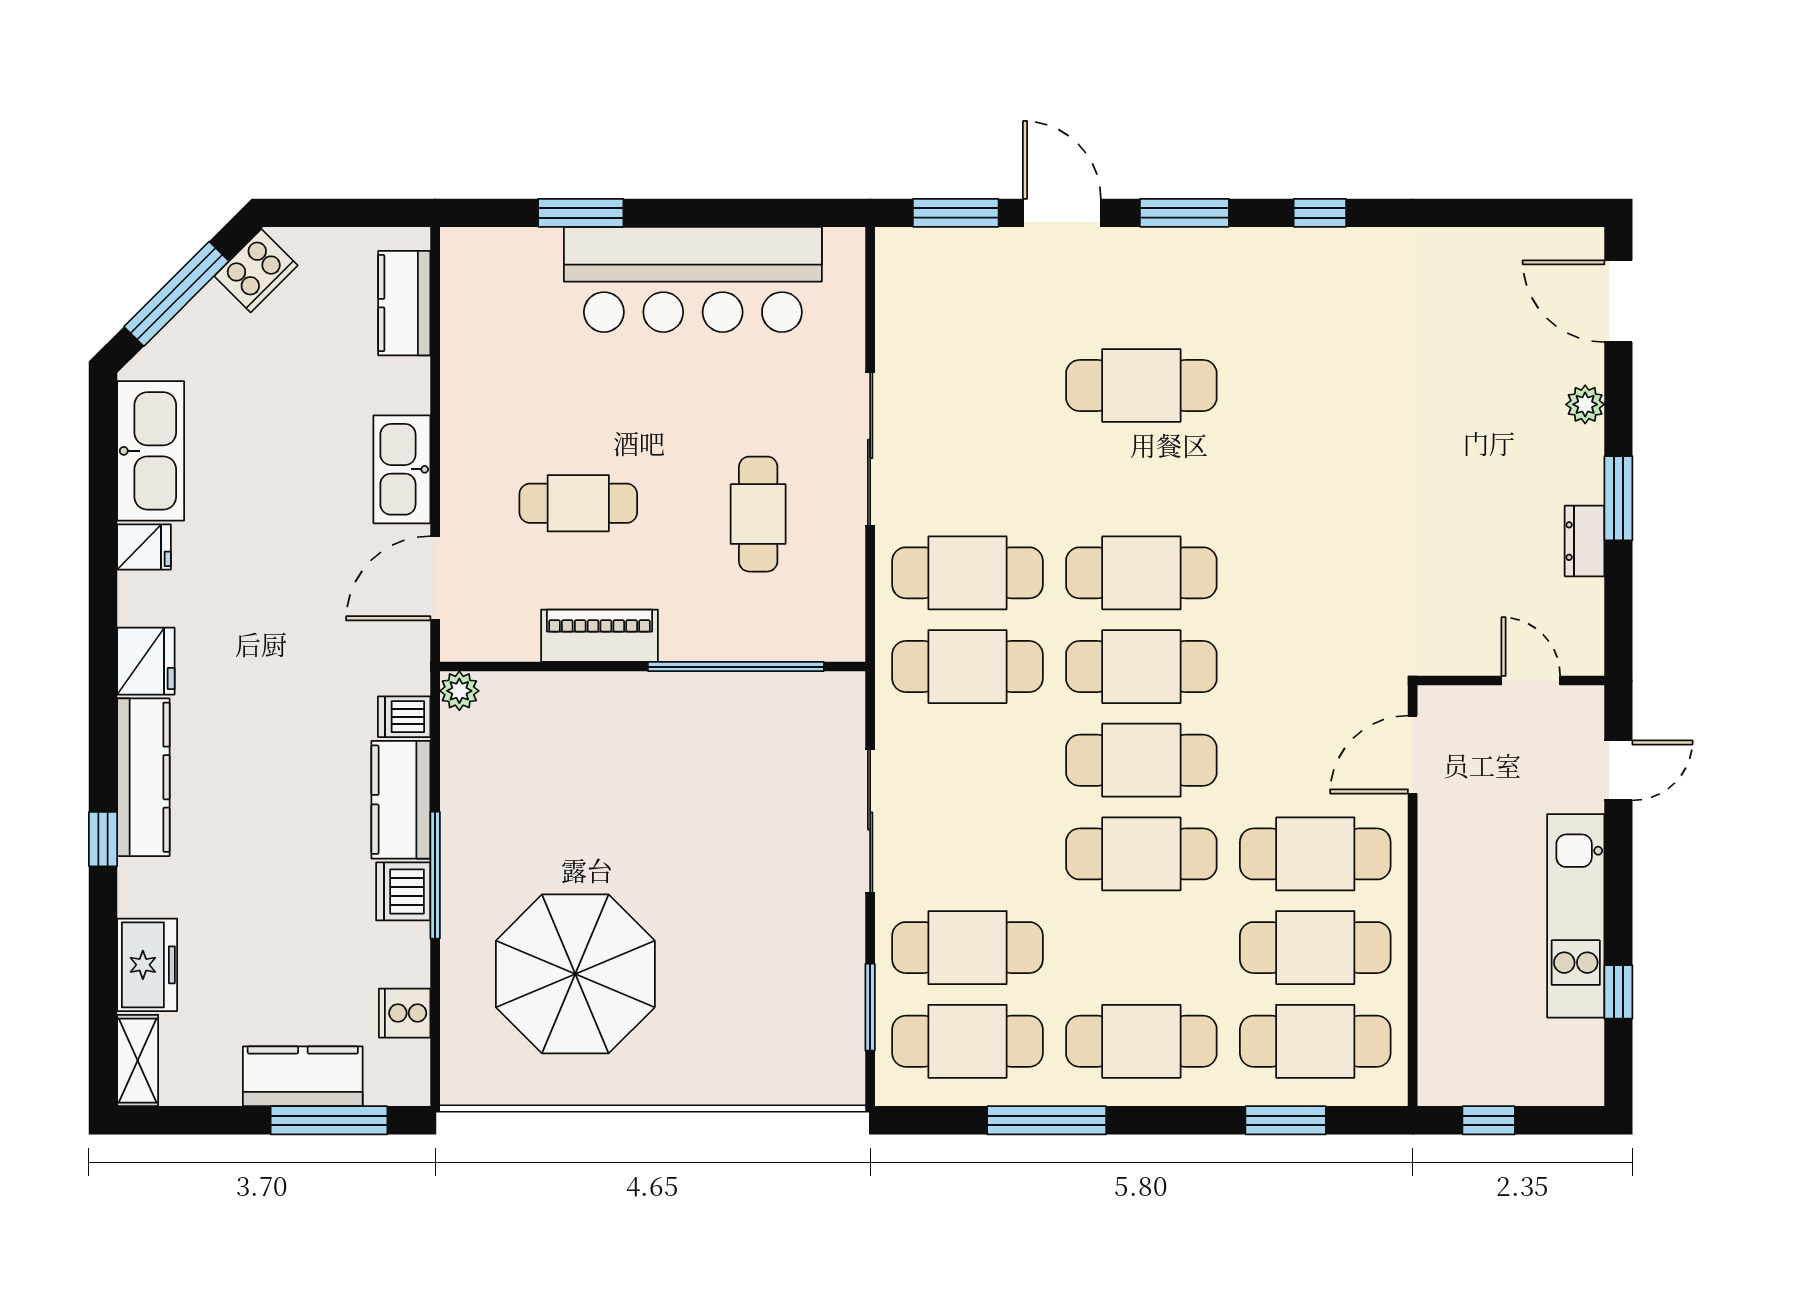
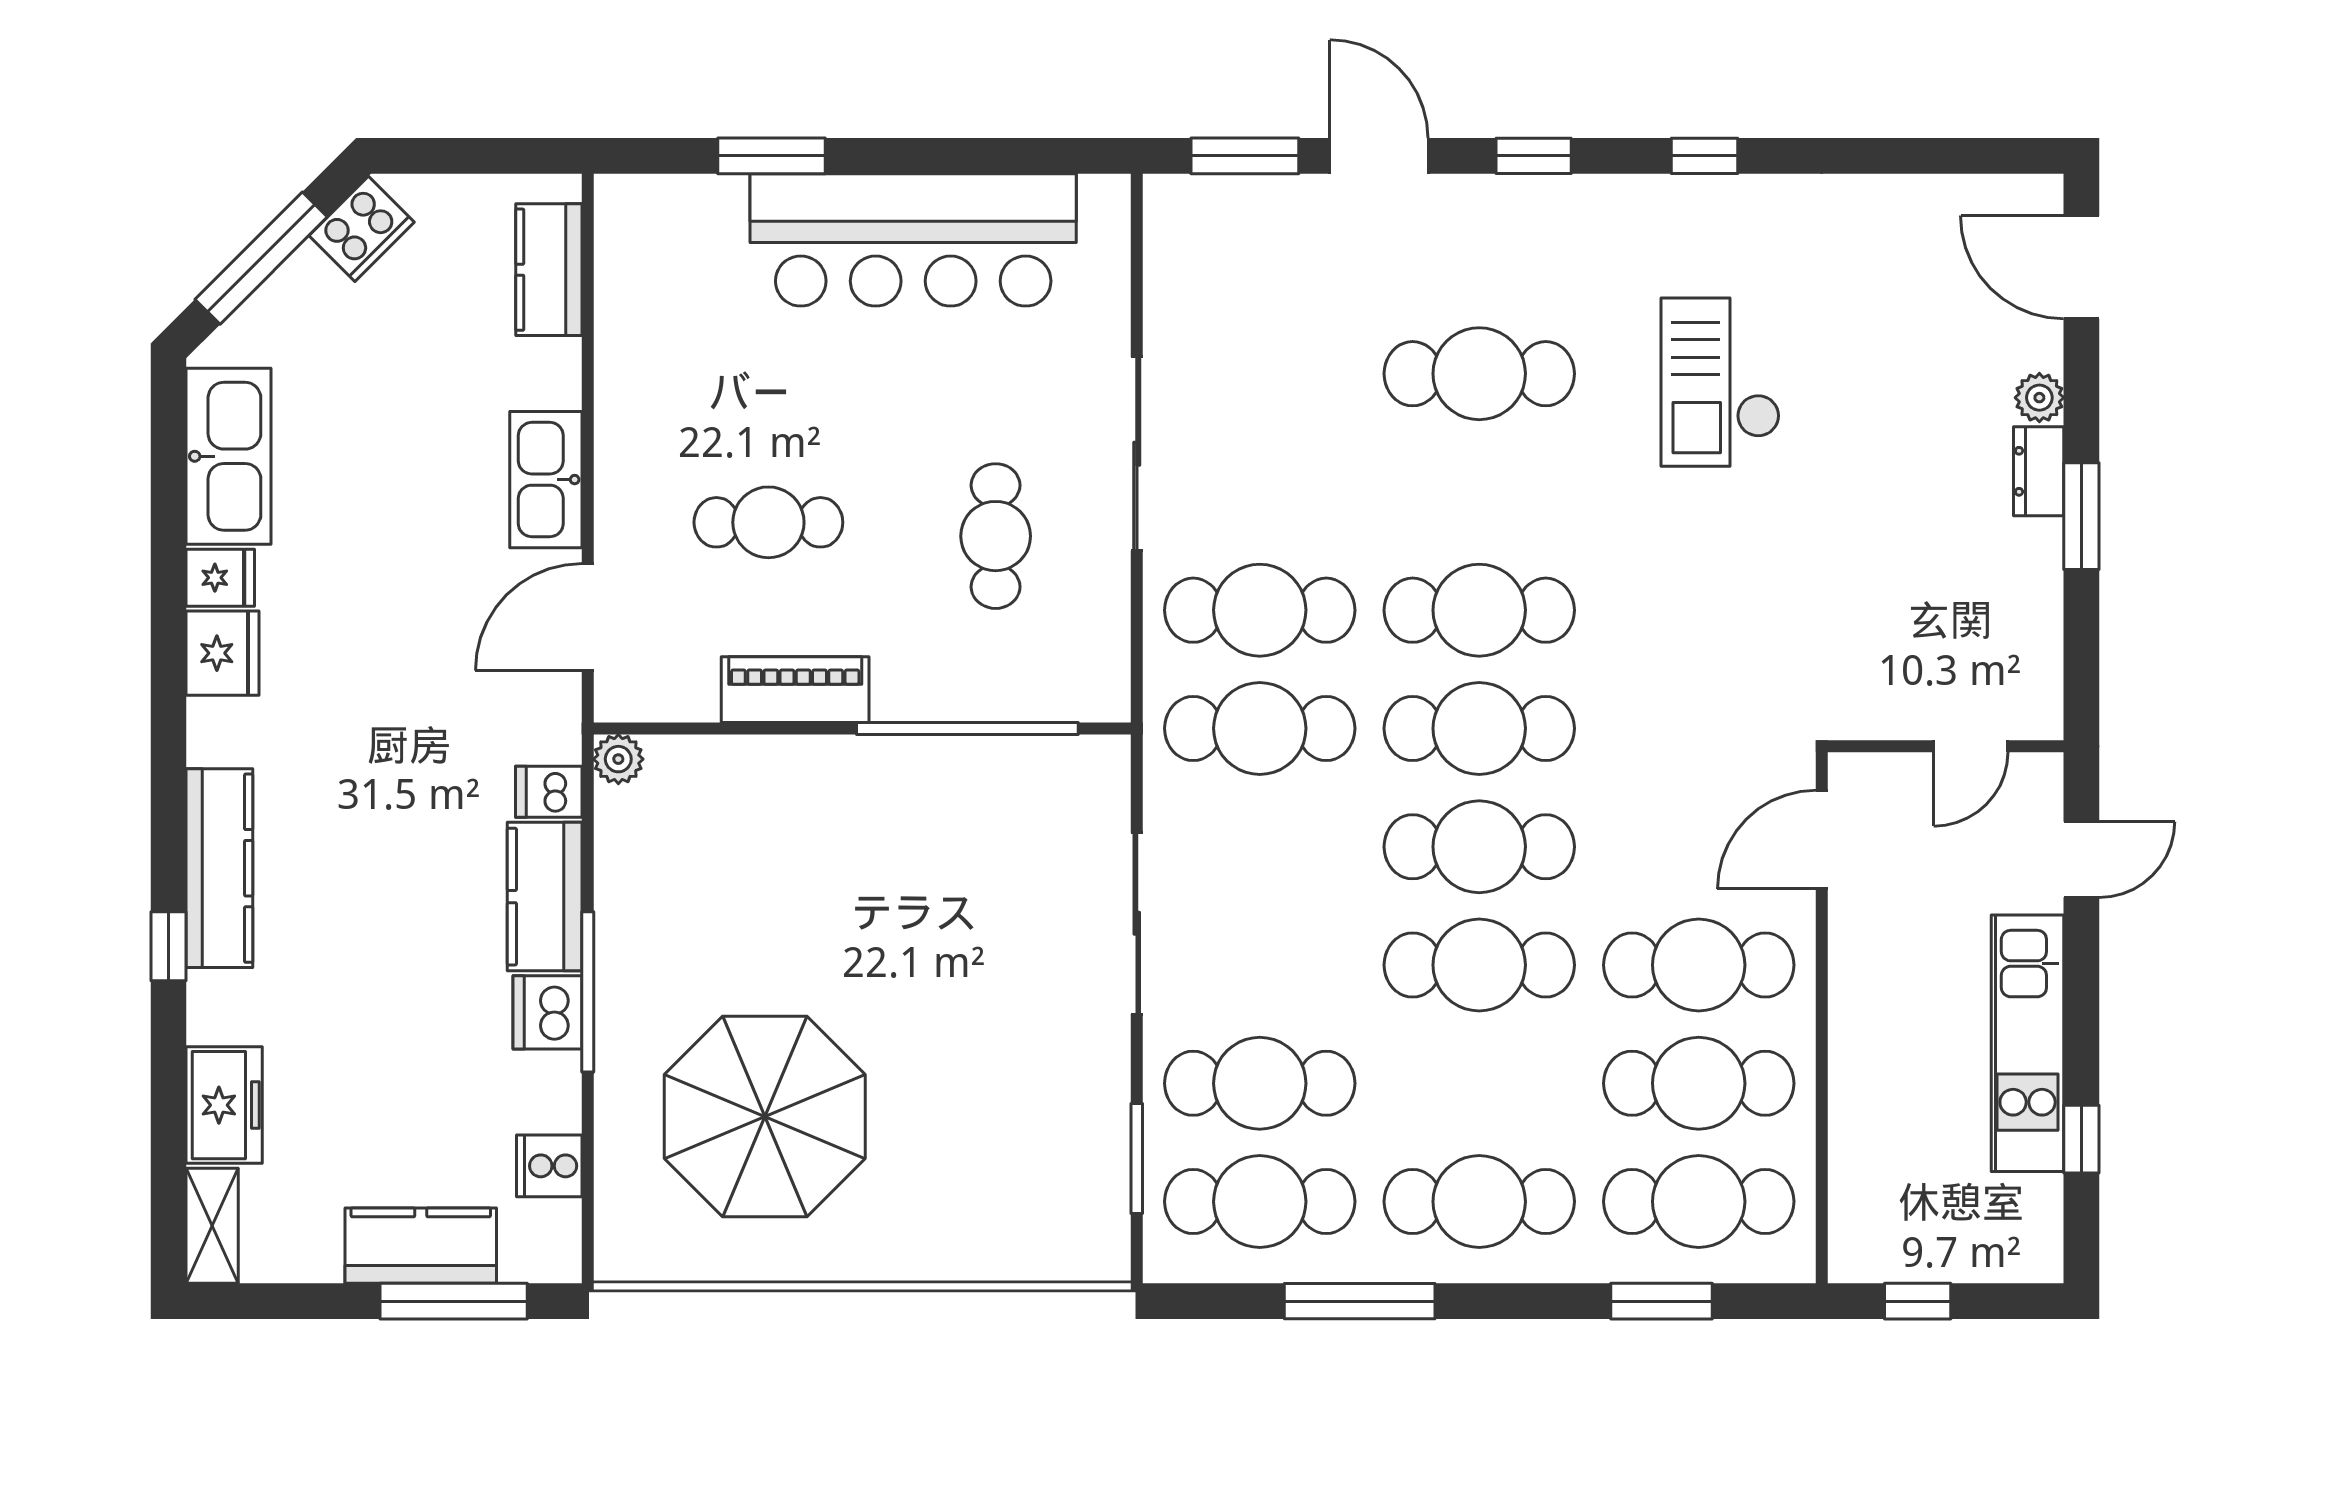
window: (1184, 213) -> (1534, 156), width x0.67
checkout: (1332, 392) -> (1720, 382), added
dresser: (1585, 541) -> (2039, 471), moved
fridge: (146, 661) -> (223, 653), moved
door: (1531, 681) -> (1971, 746), swing flipped

